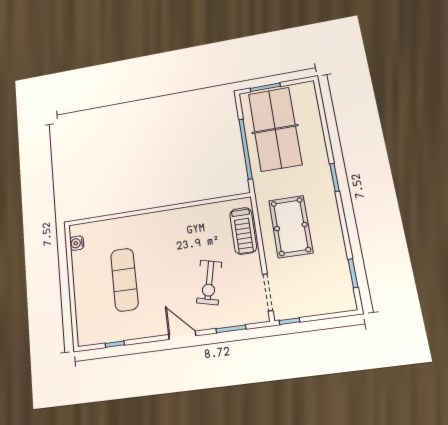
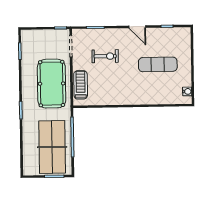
pool table: (291, 227) -> (52, 84), width x1.36, depth x1.32
exercise mat: (124, 280) -> (158, 64), turned 90
exercise bike: (209, 282) -> (105, 56), turned 77
door: (182, 335) -> (137, 27), moved

